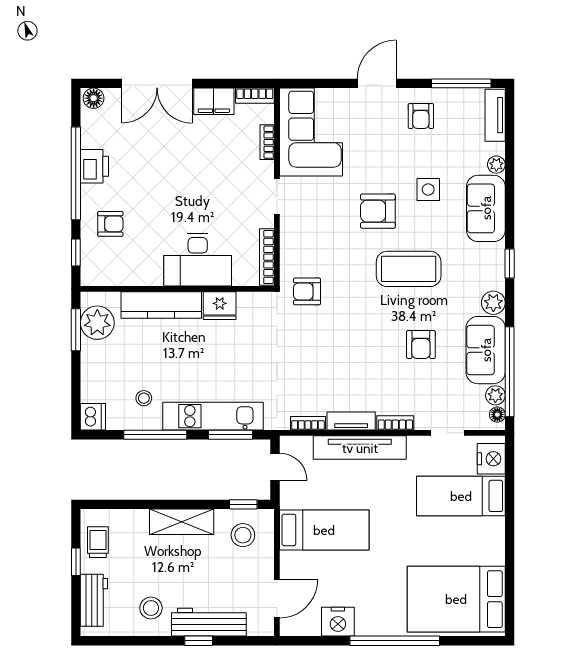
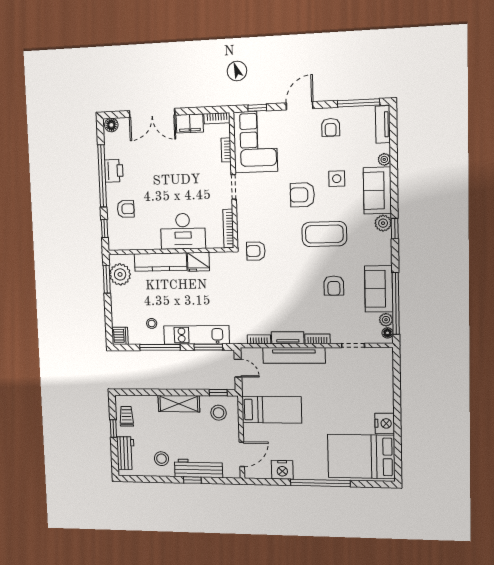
window: (315, 83) -> (257, 108), added
plant: (493, 303) -> (383, 223), moved
nightstand: (491, 459) -> (385, 423), moved
bed: (461, 496) -> (363, 388), removed

